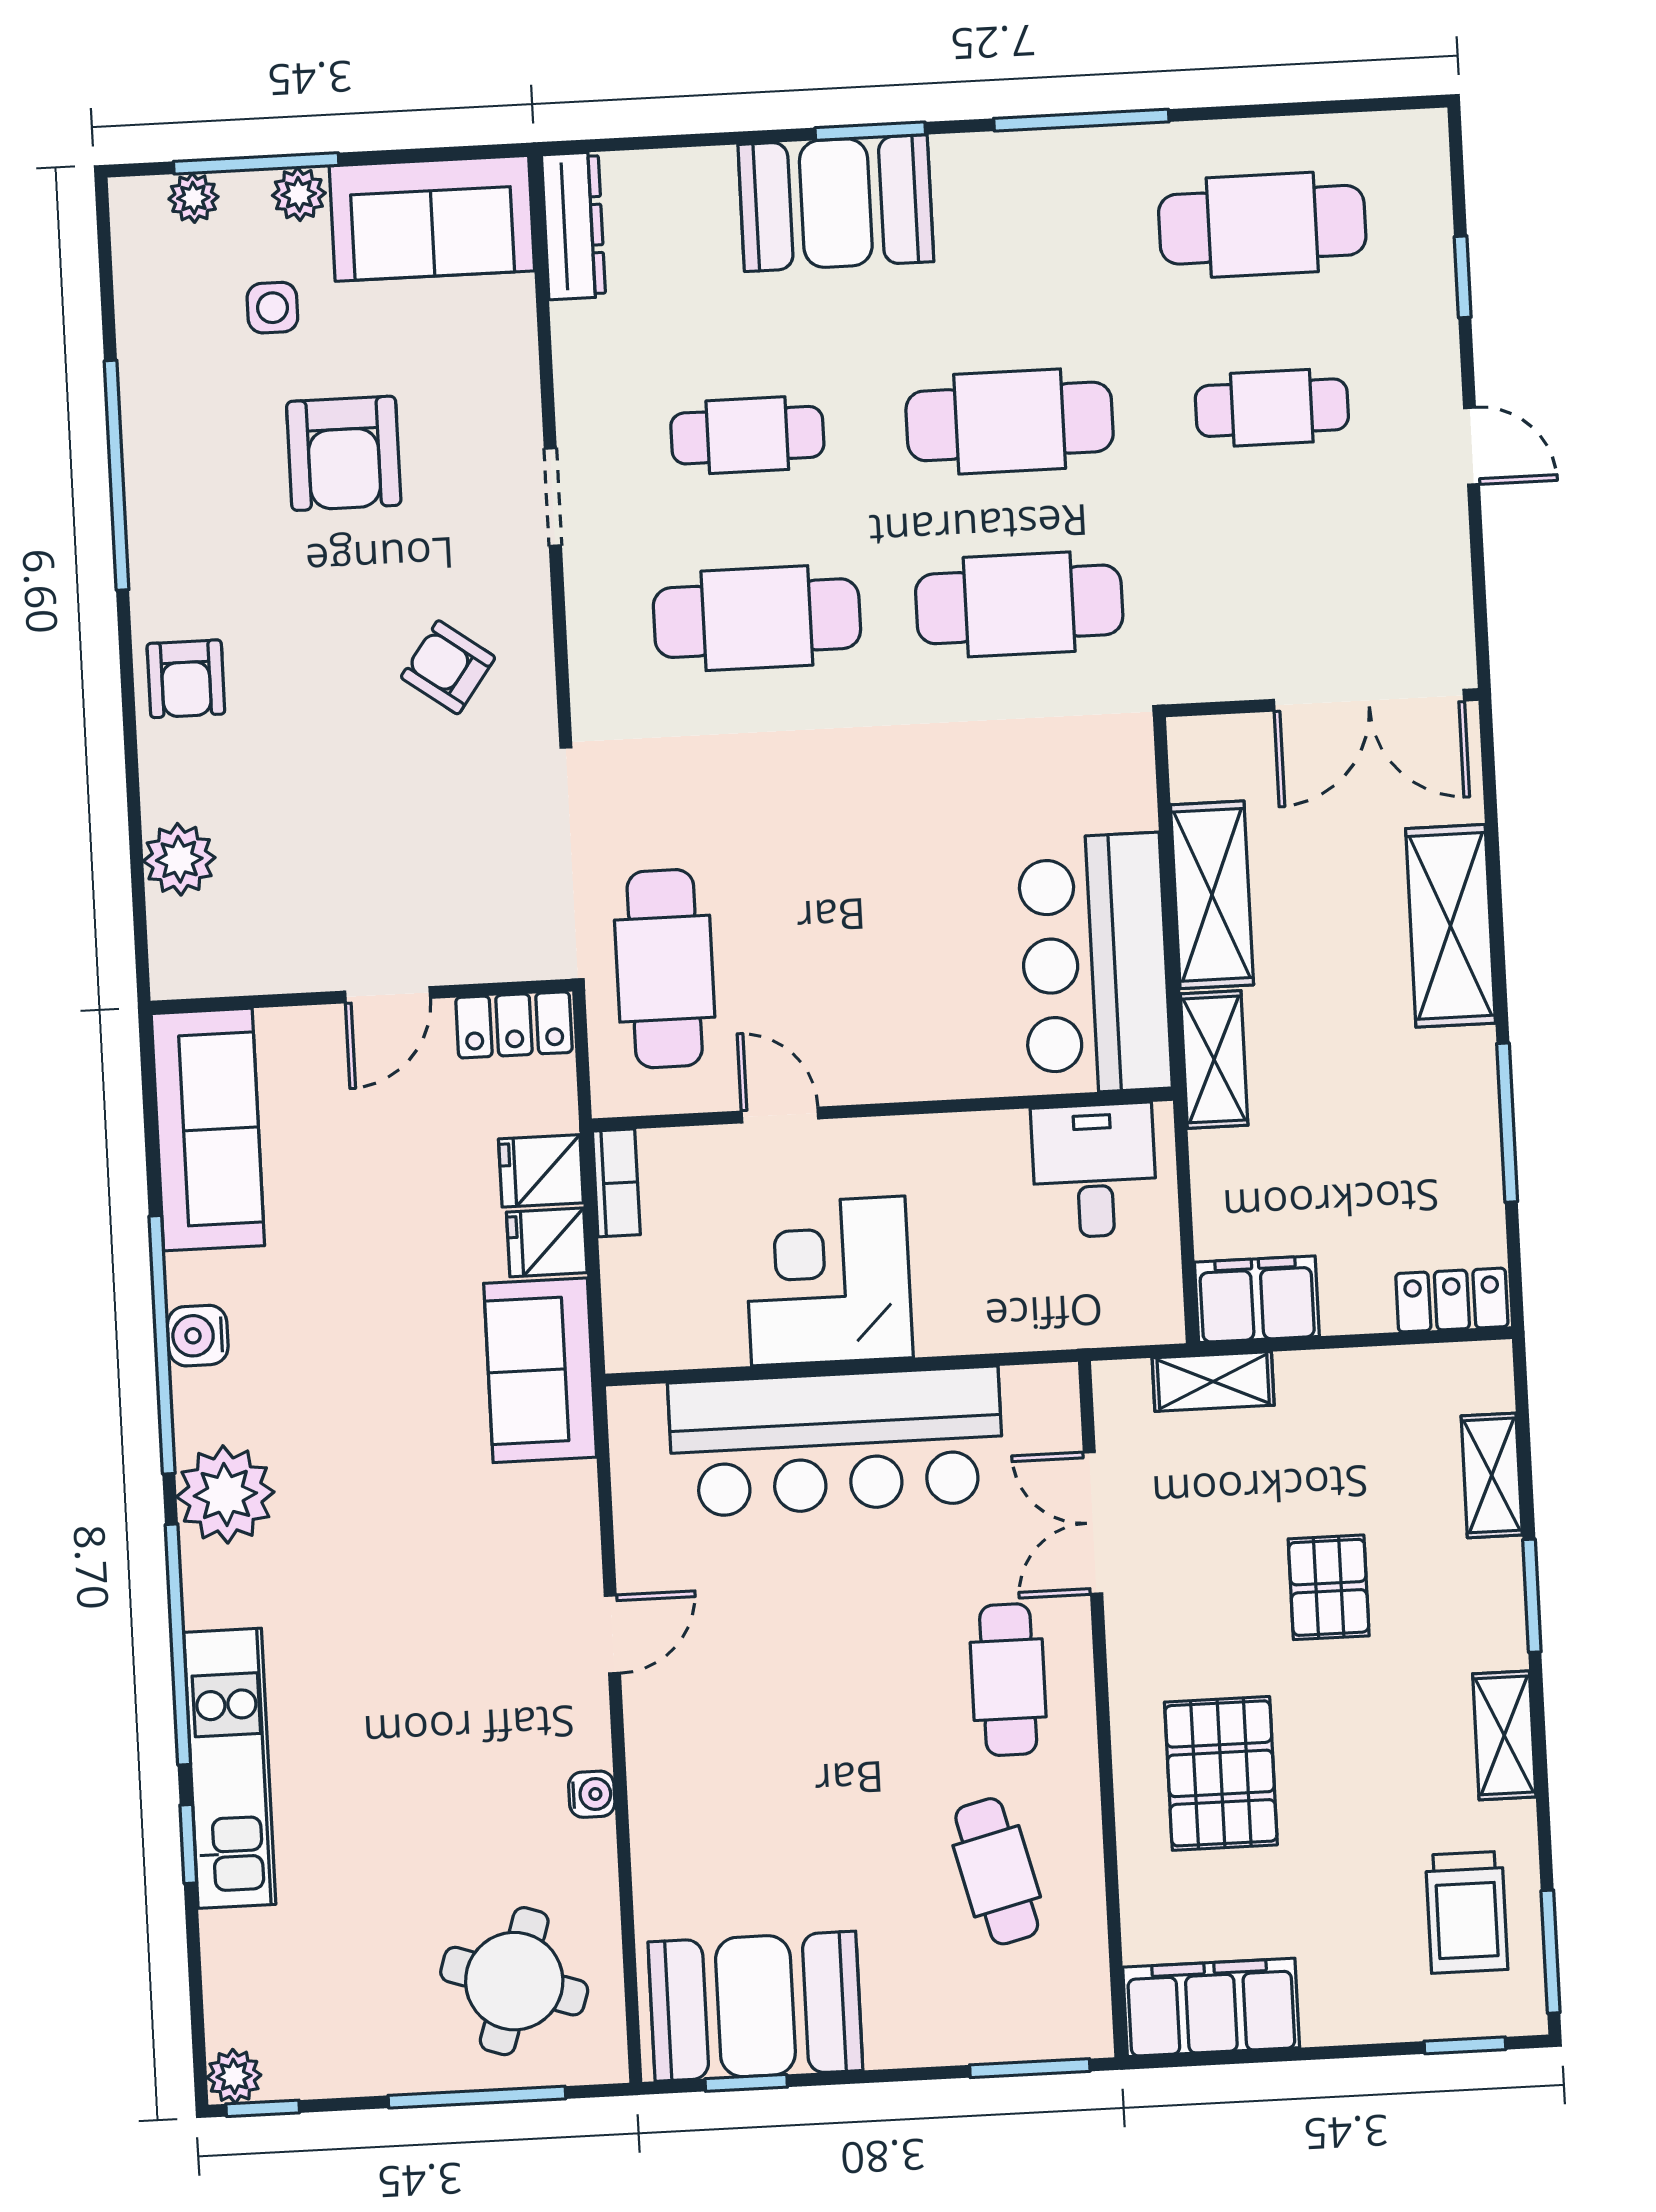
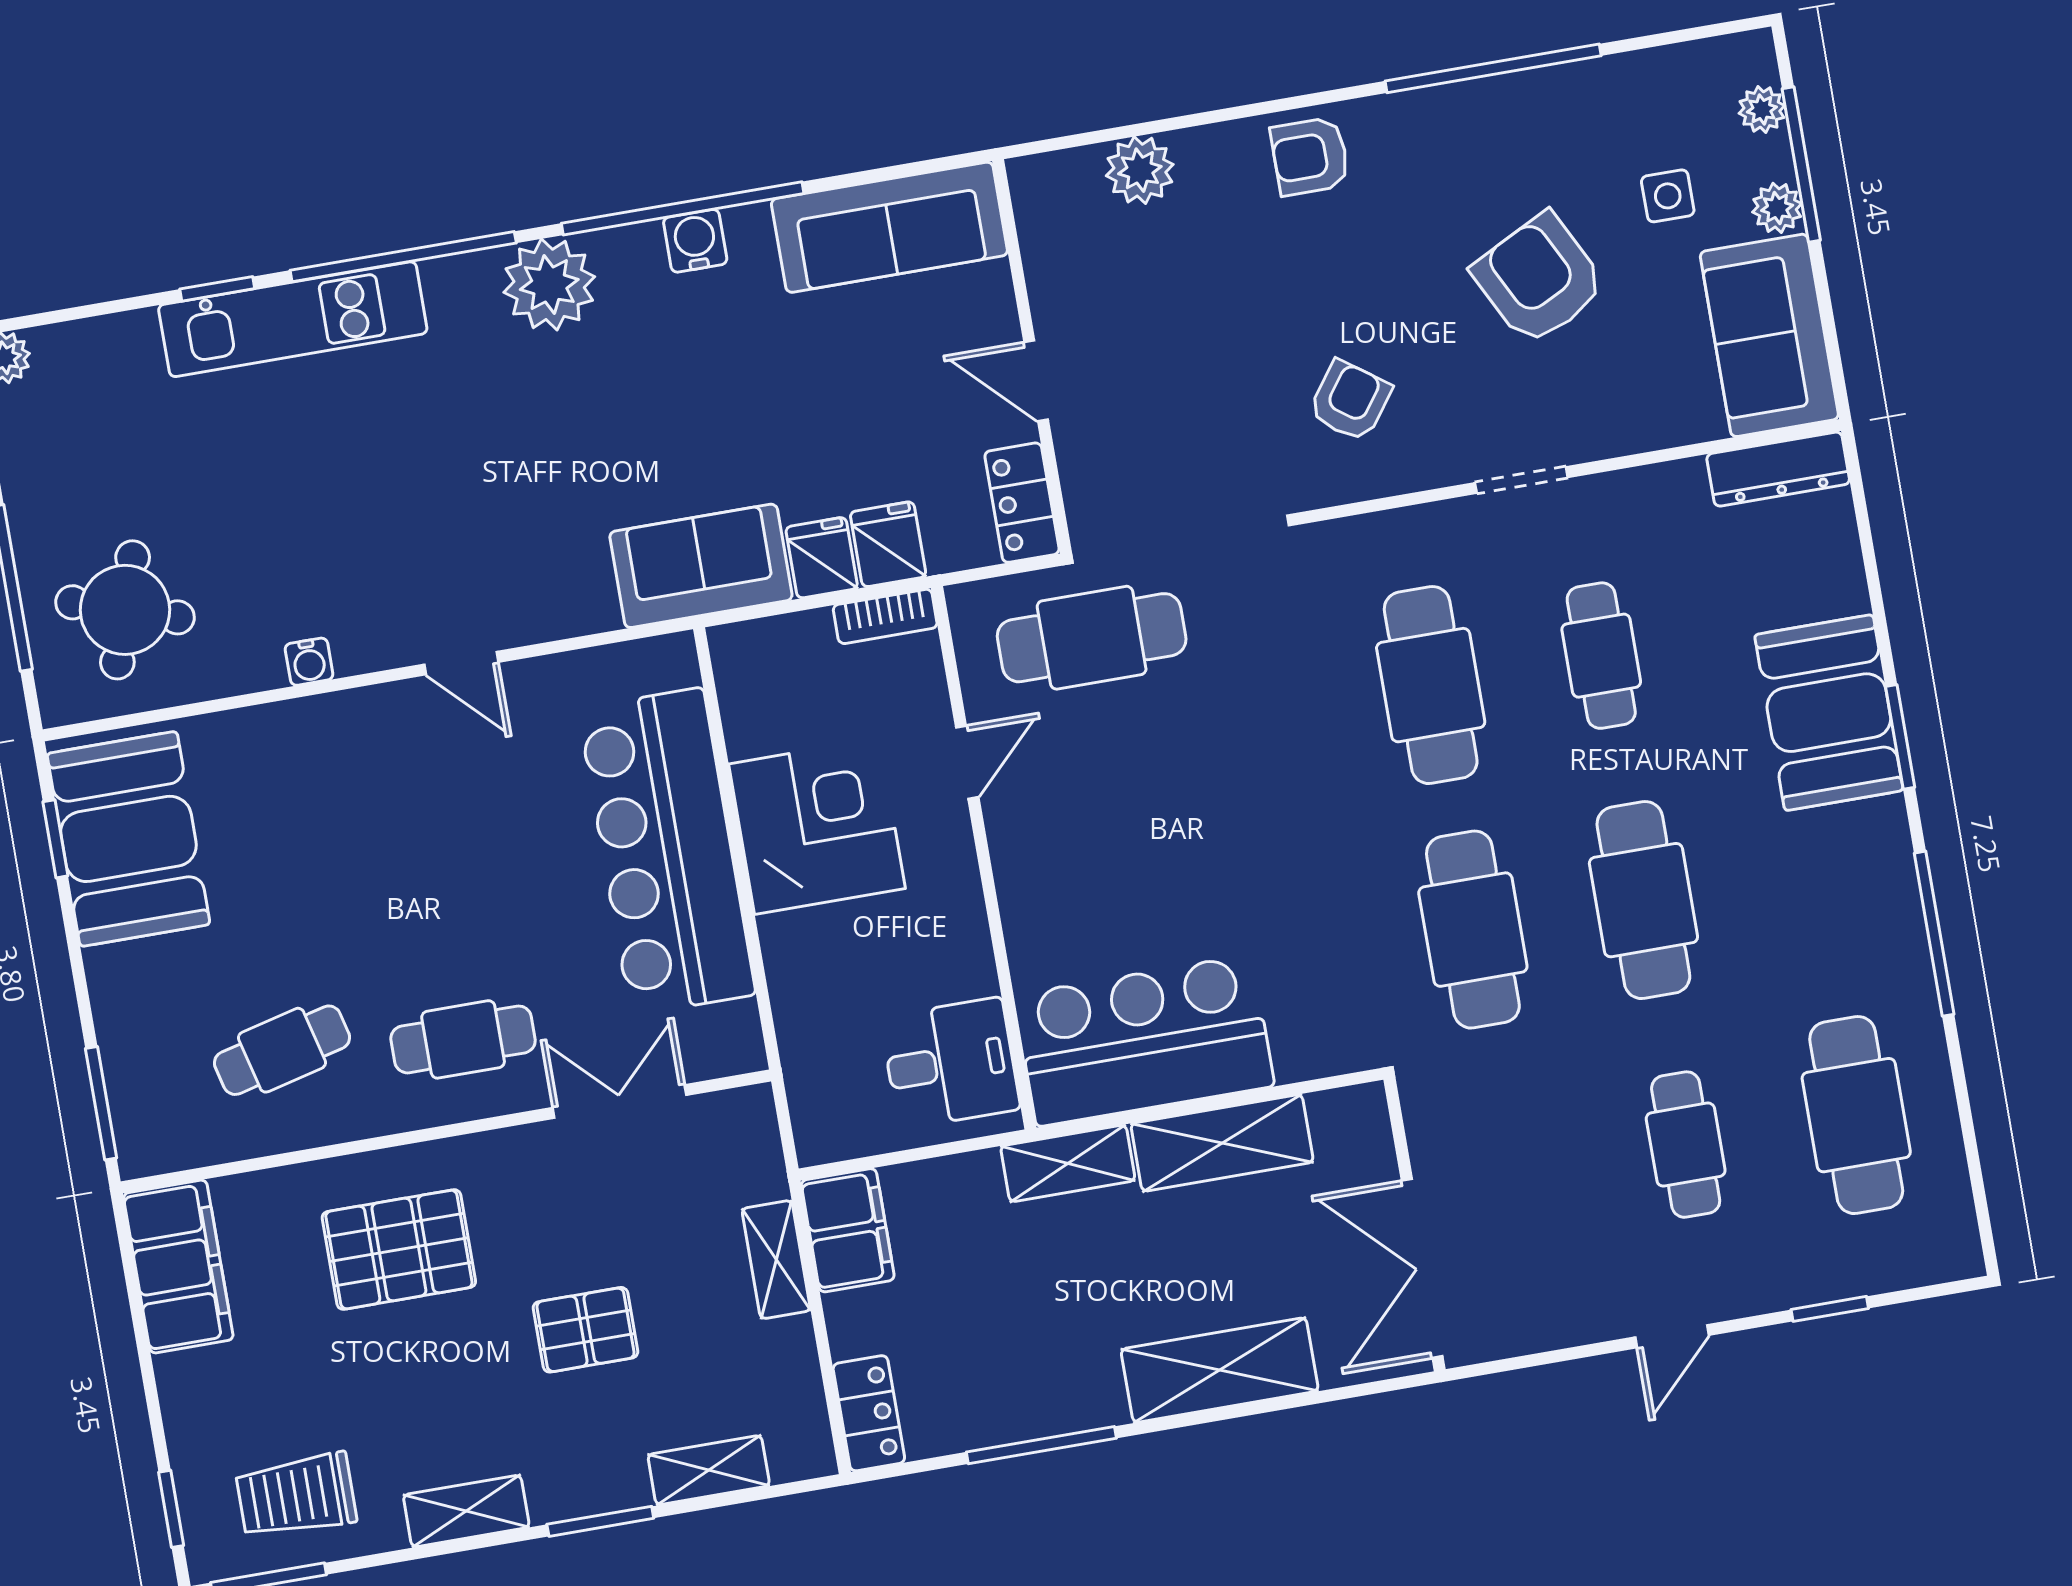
armchair: (344, 453) -> (1539, 279), turned 63
shelving: (1213, 1382) -> (776, 1260), moved

